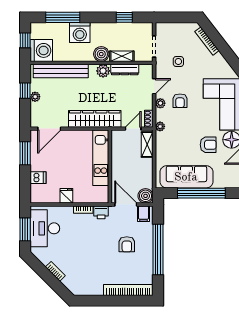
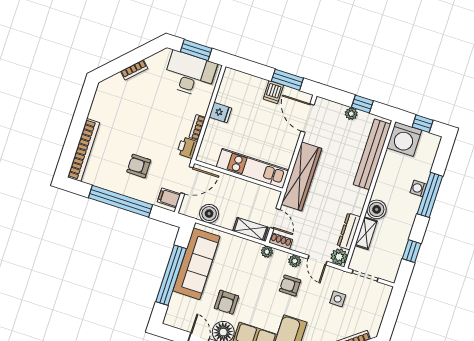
window: (63, 17) -> (430, 195), moved
washing machine: (80, 32) -> (418, 188), width x0.53, depth x0.53
plant: (103, 71) -> (339, 257), moved
dishwasher: (38, 178) -> (273, 92), moved
boiler: (146, 196) -> (209, 214), moved

